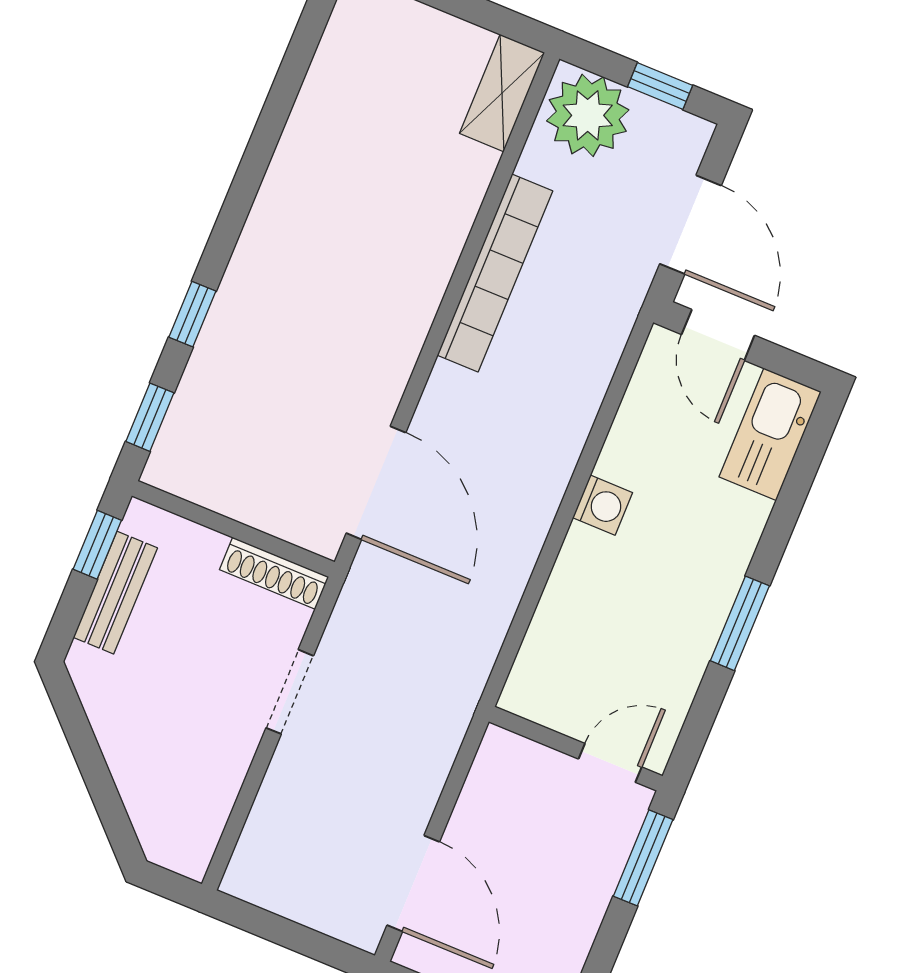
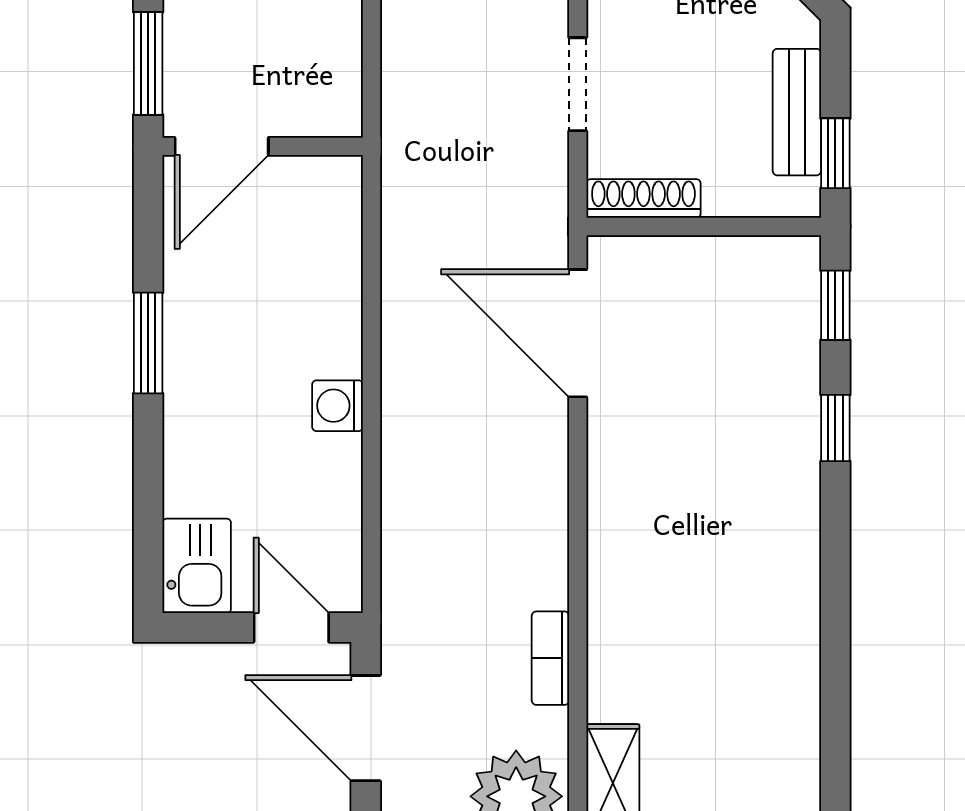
bookcase: (495, 273) -> (550, 658), width x0.43, depth x0.76
kitchen sink: (770, 434) -> (197, 566), width x0.73
door: (610, 763) -> (222, 146), width x1.38

